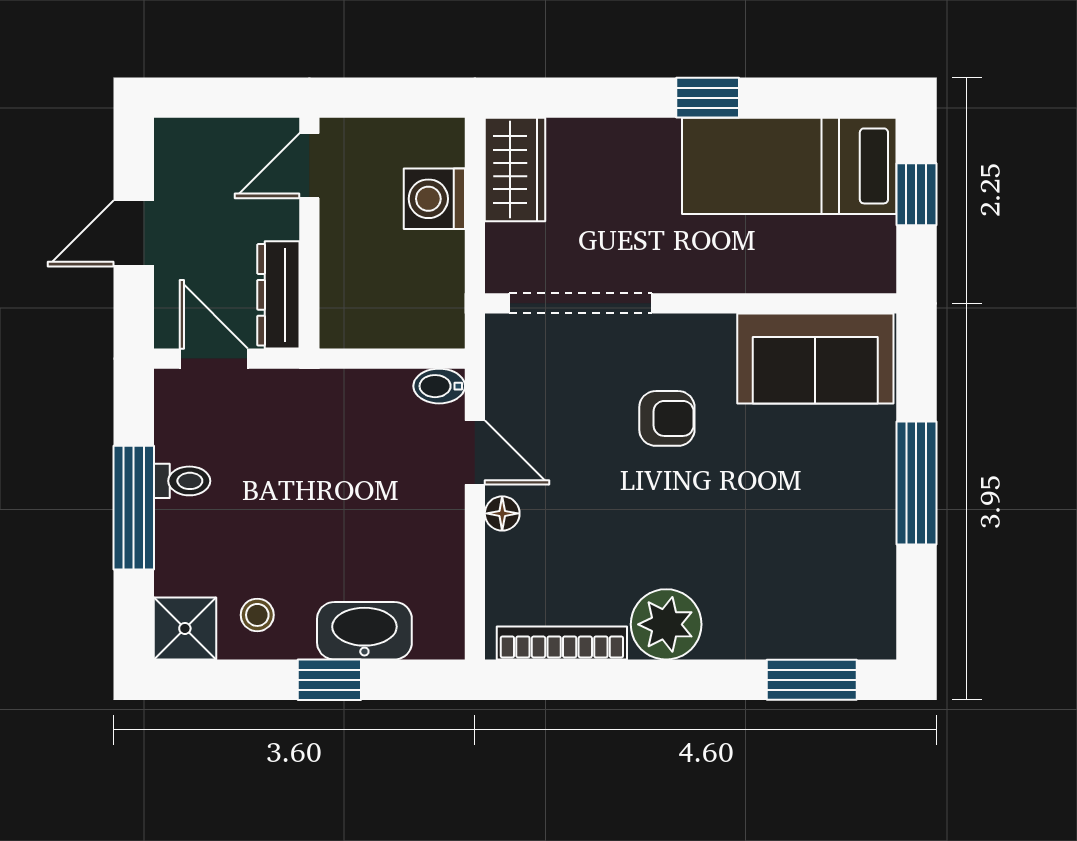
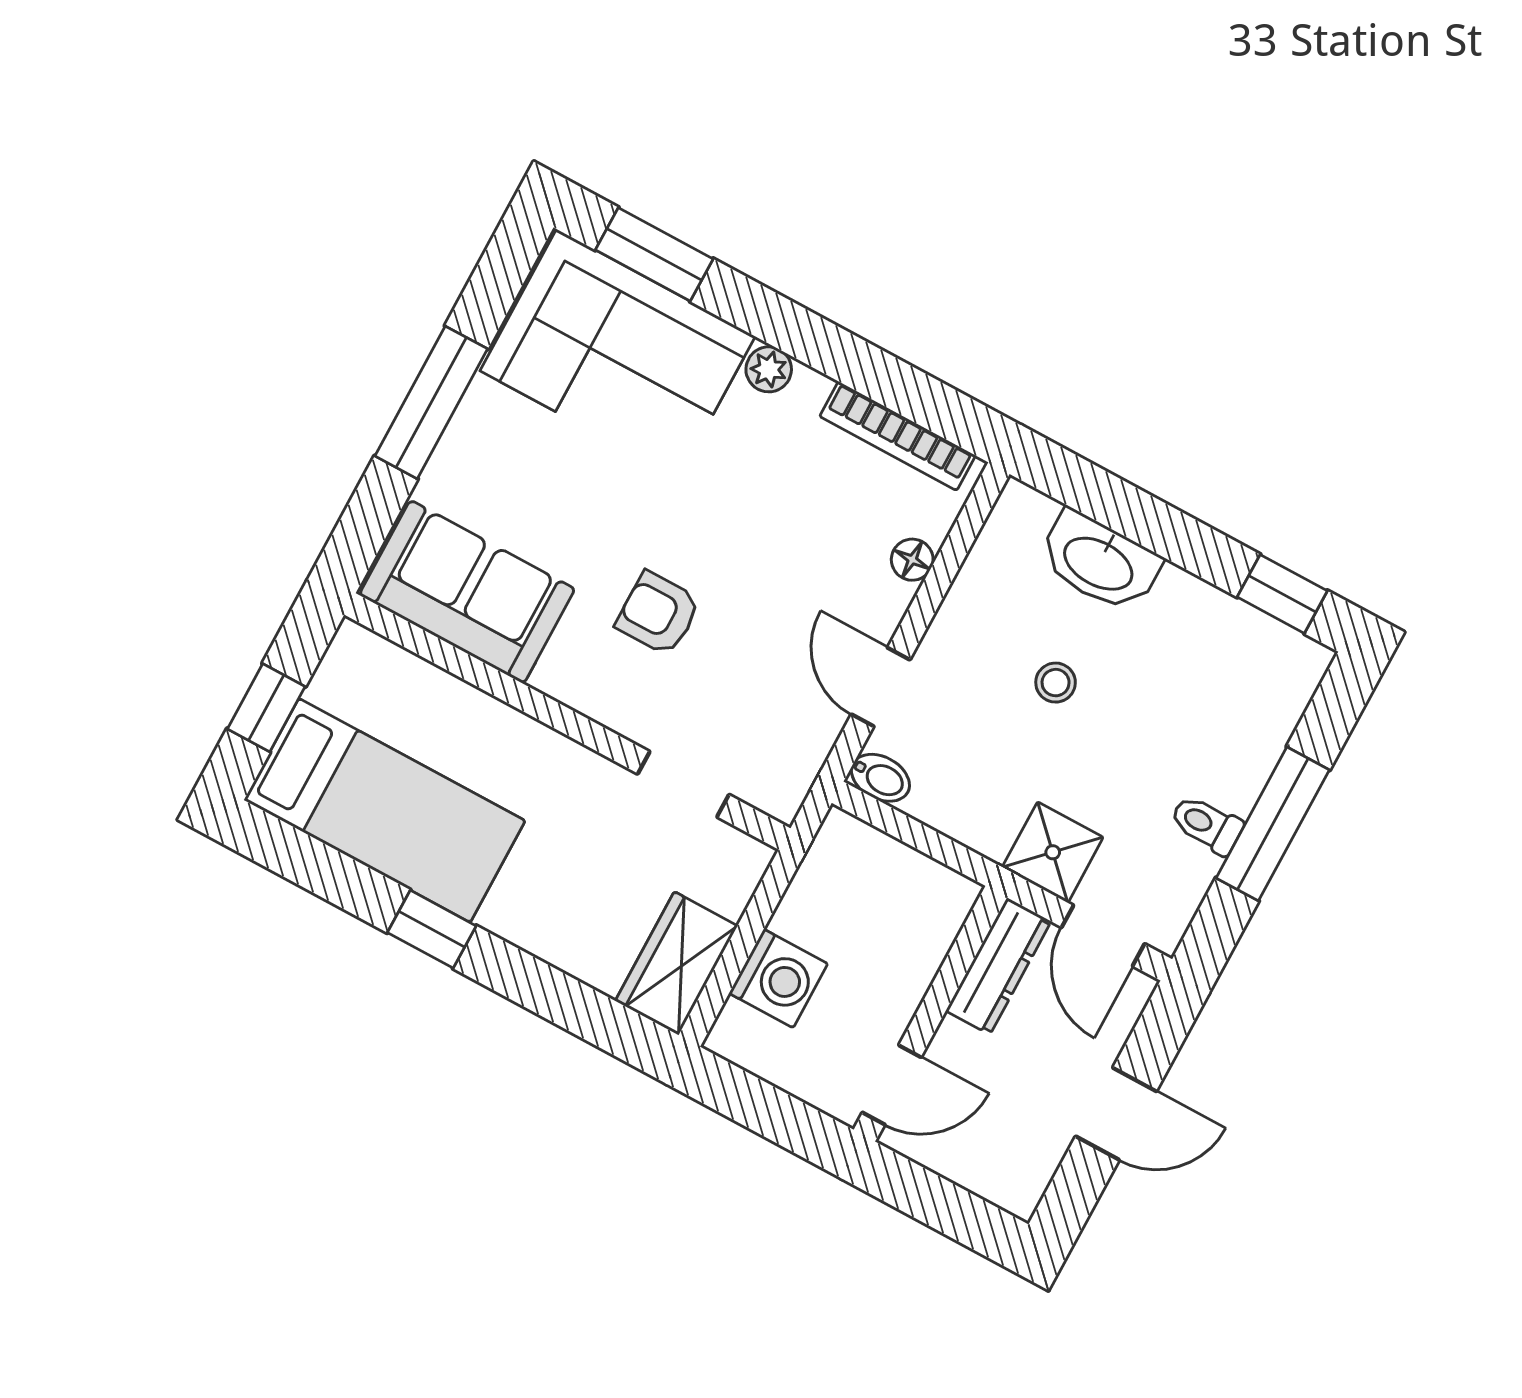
doorway: (581, 303) -> (683, 784), width x0.53
floor lamp: (502, 513) -> (912, 560), moved
corner sofa: (799, 593) -> (618, 354), added
stool: (257, 615) -> (1056, 683), moved
plant: (666, 624) -> (769, 369), width x0.53, depth x0.53
shower: (185, 628) -> (1053, 852), moved
window: (329, 680) -> (1282, 594), moved

